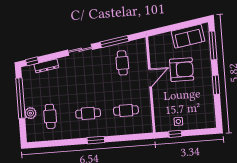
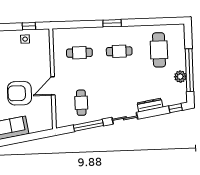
dresser: (46, 66) -> (150, 105), moved
plant: (30, 113) -> (180, 77), moved
cafe table: (50, 116) -> (159, 50), width x1.37, depth x1.35

